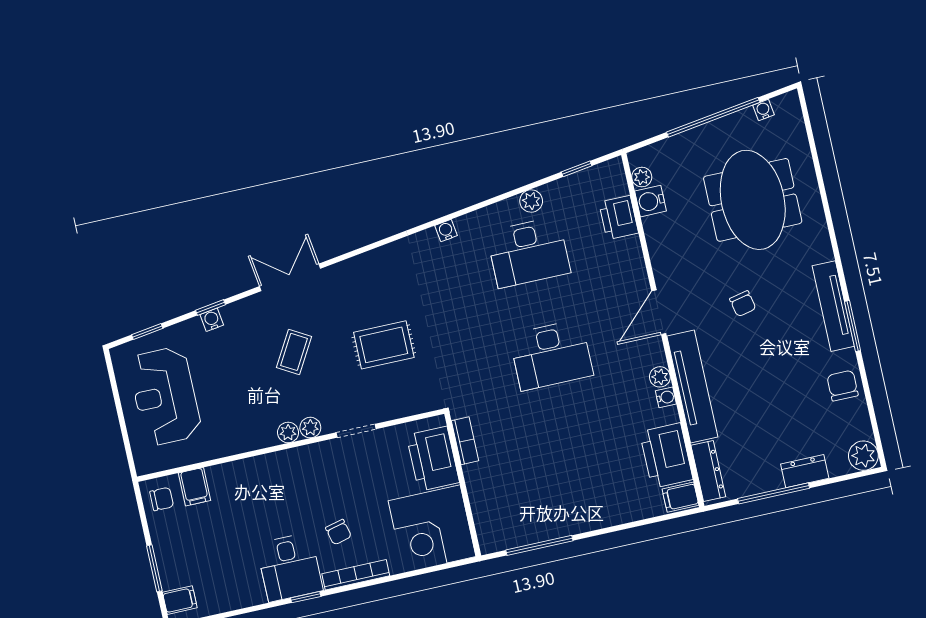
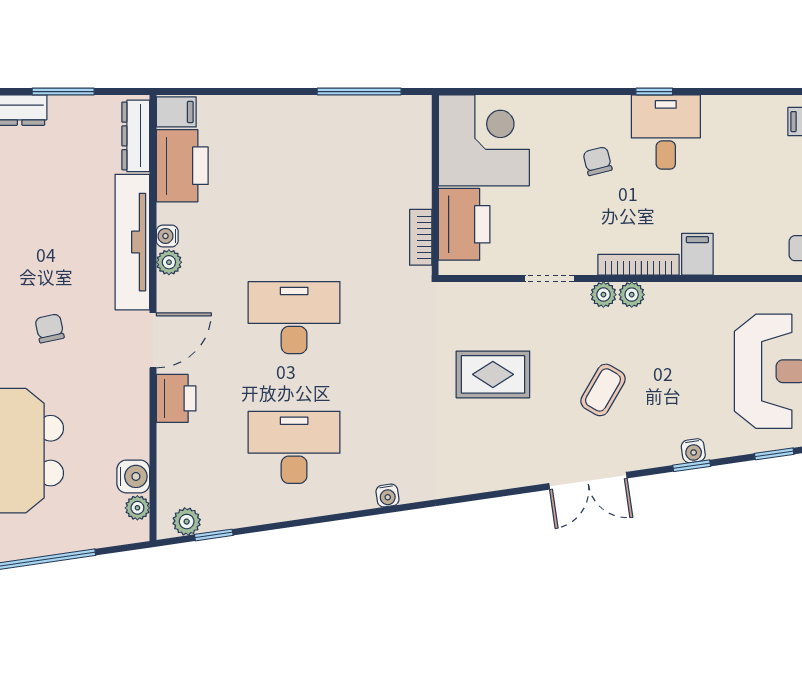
plant: (531, 201) -> (187, 522), moved
printer: (619, 218) -> (176, 398), moved
filing cabinet: (195, 487) -> (697, 254), moved
window: (774, 493) -> (63, 92), width x0.69
bookcase: (356, 575) -> (638, 265), moved, turned 180

